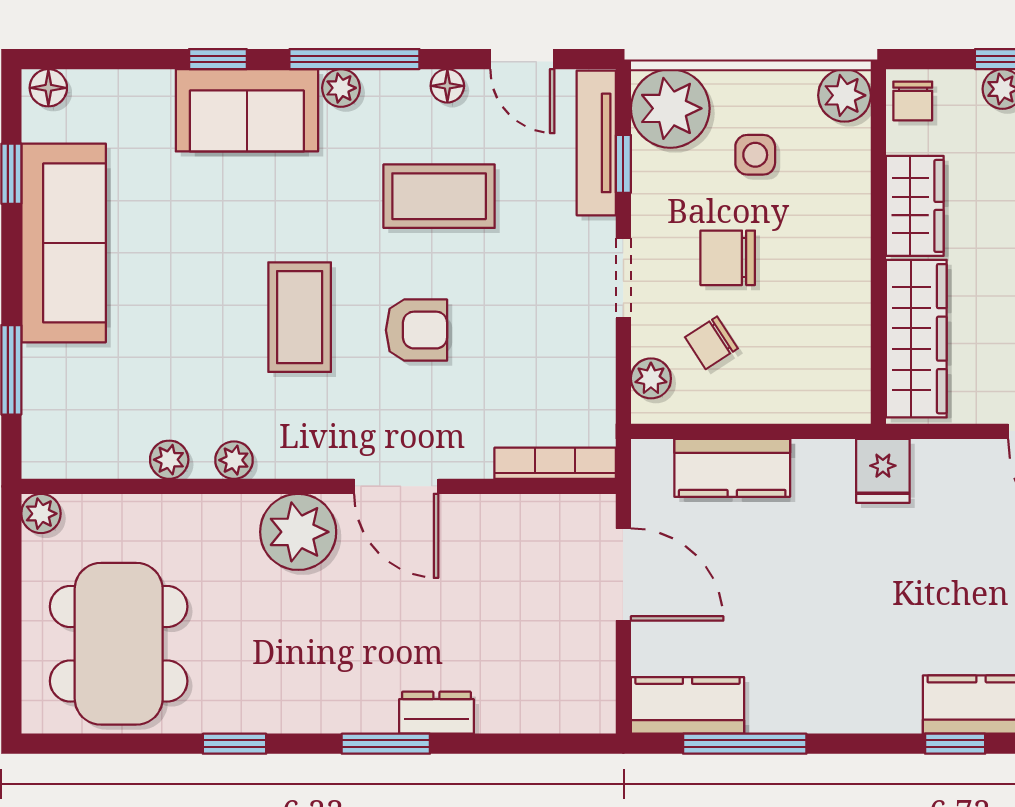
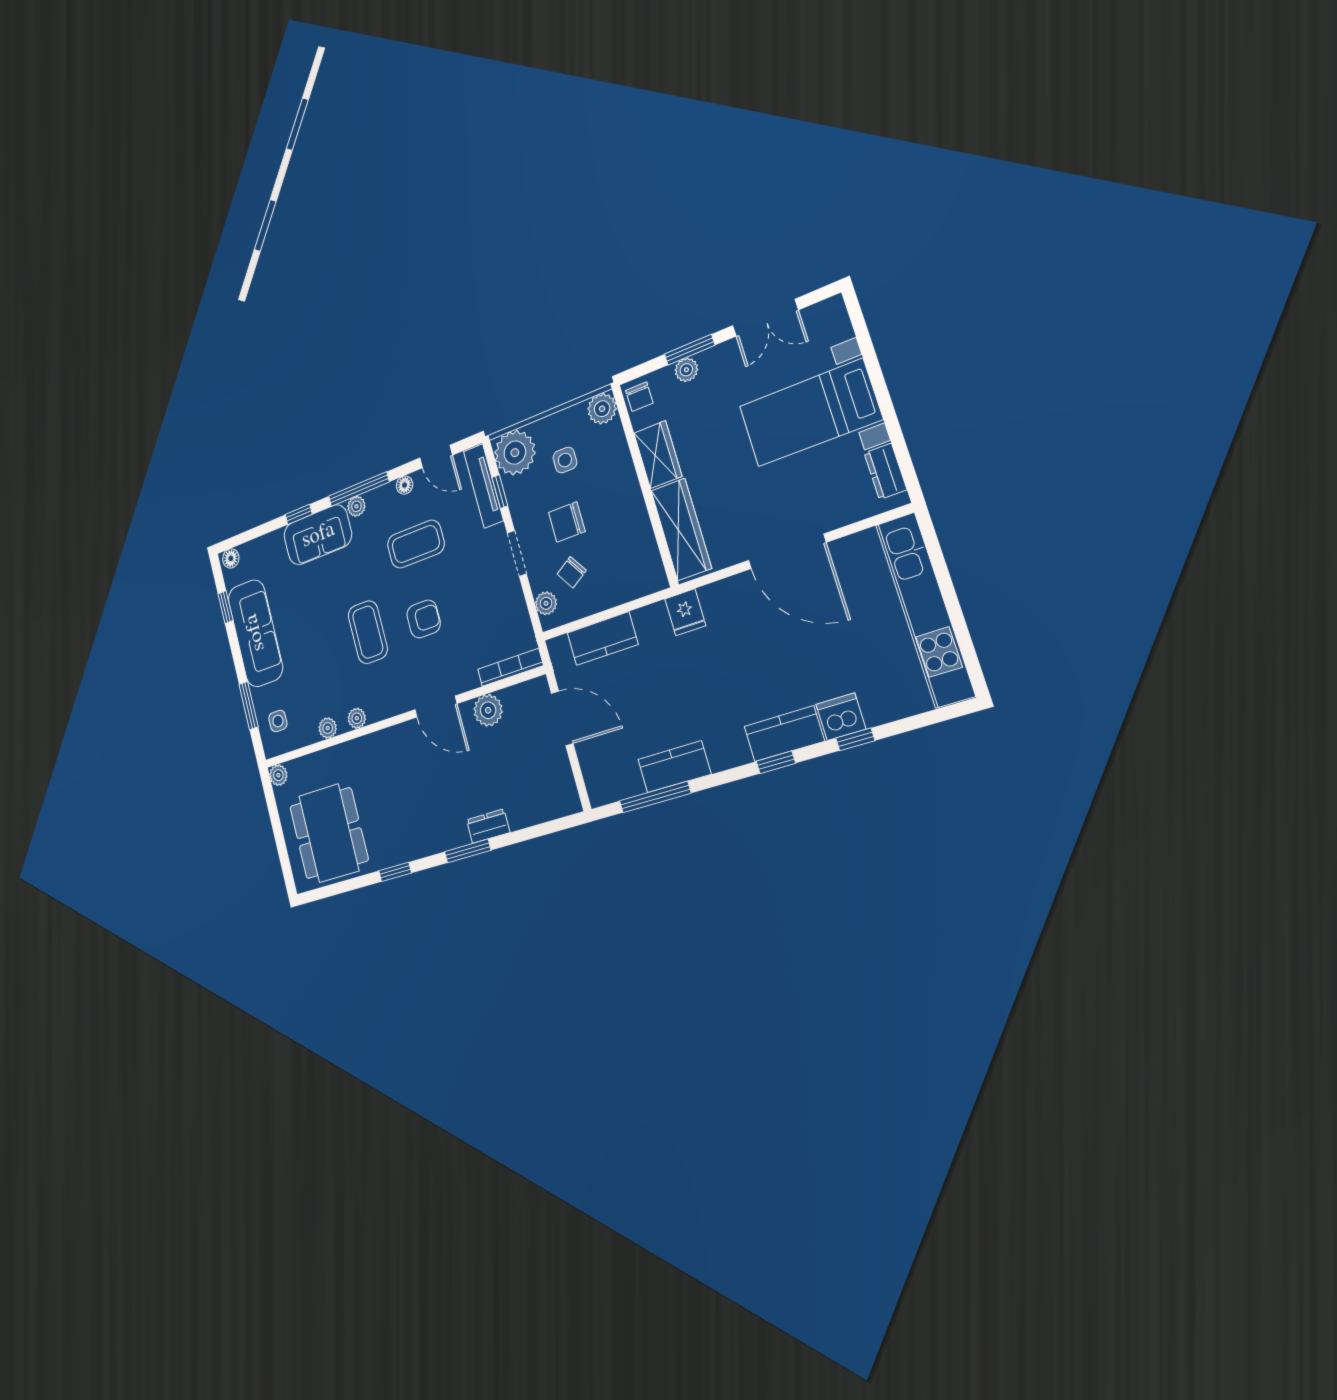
side table: (68, 417) -> (278, 721), added
plant: (298, 532) -> (488, 710), moved, width x0.73, depth x0.73
kitchen counter: (688, 705) -> (674, 767), moved

